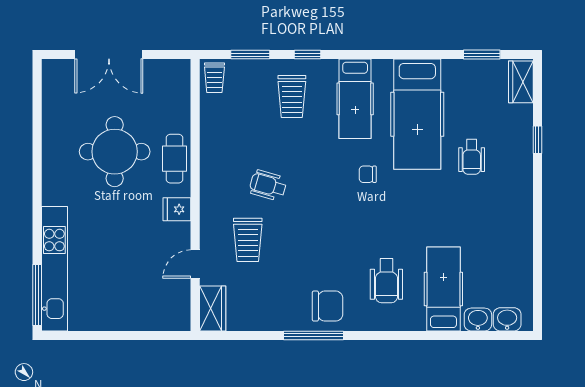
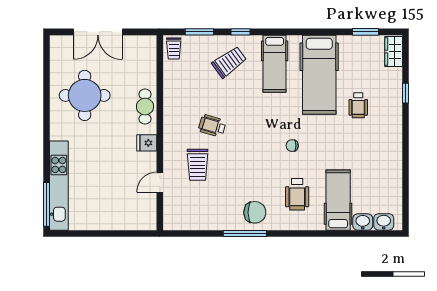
trolley: (292, 96) -> (229, 62), turned -126
round table: (115, 152) -> (85, 95), moved
chair: (368, 174) -> (292, 146), moved
wardrobe: (213, 308) -> (172, 214), removed

